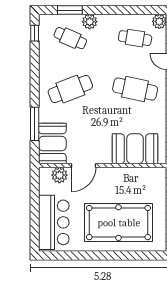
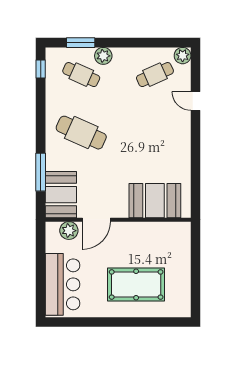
cafe table: (135, 38) -> (155, 75), turned -33
cafe table: (70, 89) -> (81, 133), turned 45
cafe table: (135, 89) -> (155, 133), removed
pool table: (119, 223) -> (136, 285), width x0.73, depth x0.76

